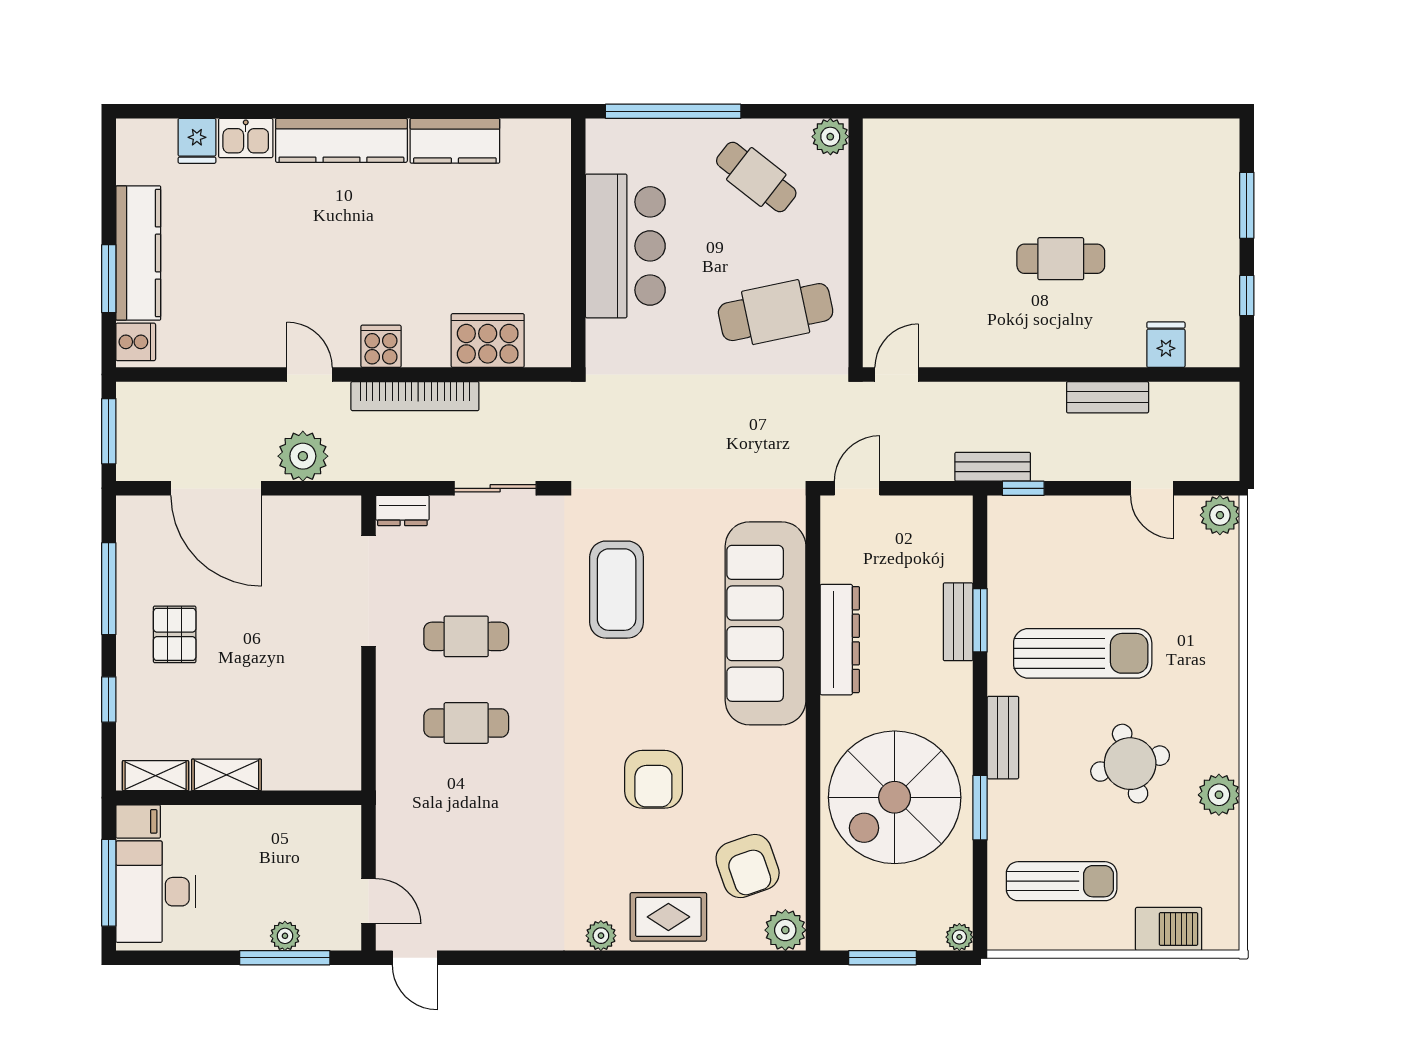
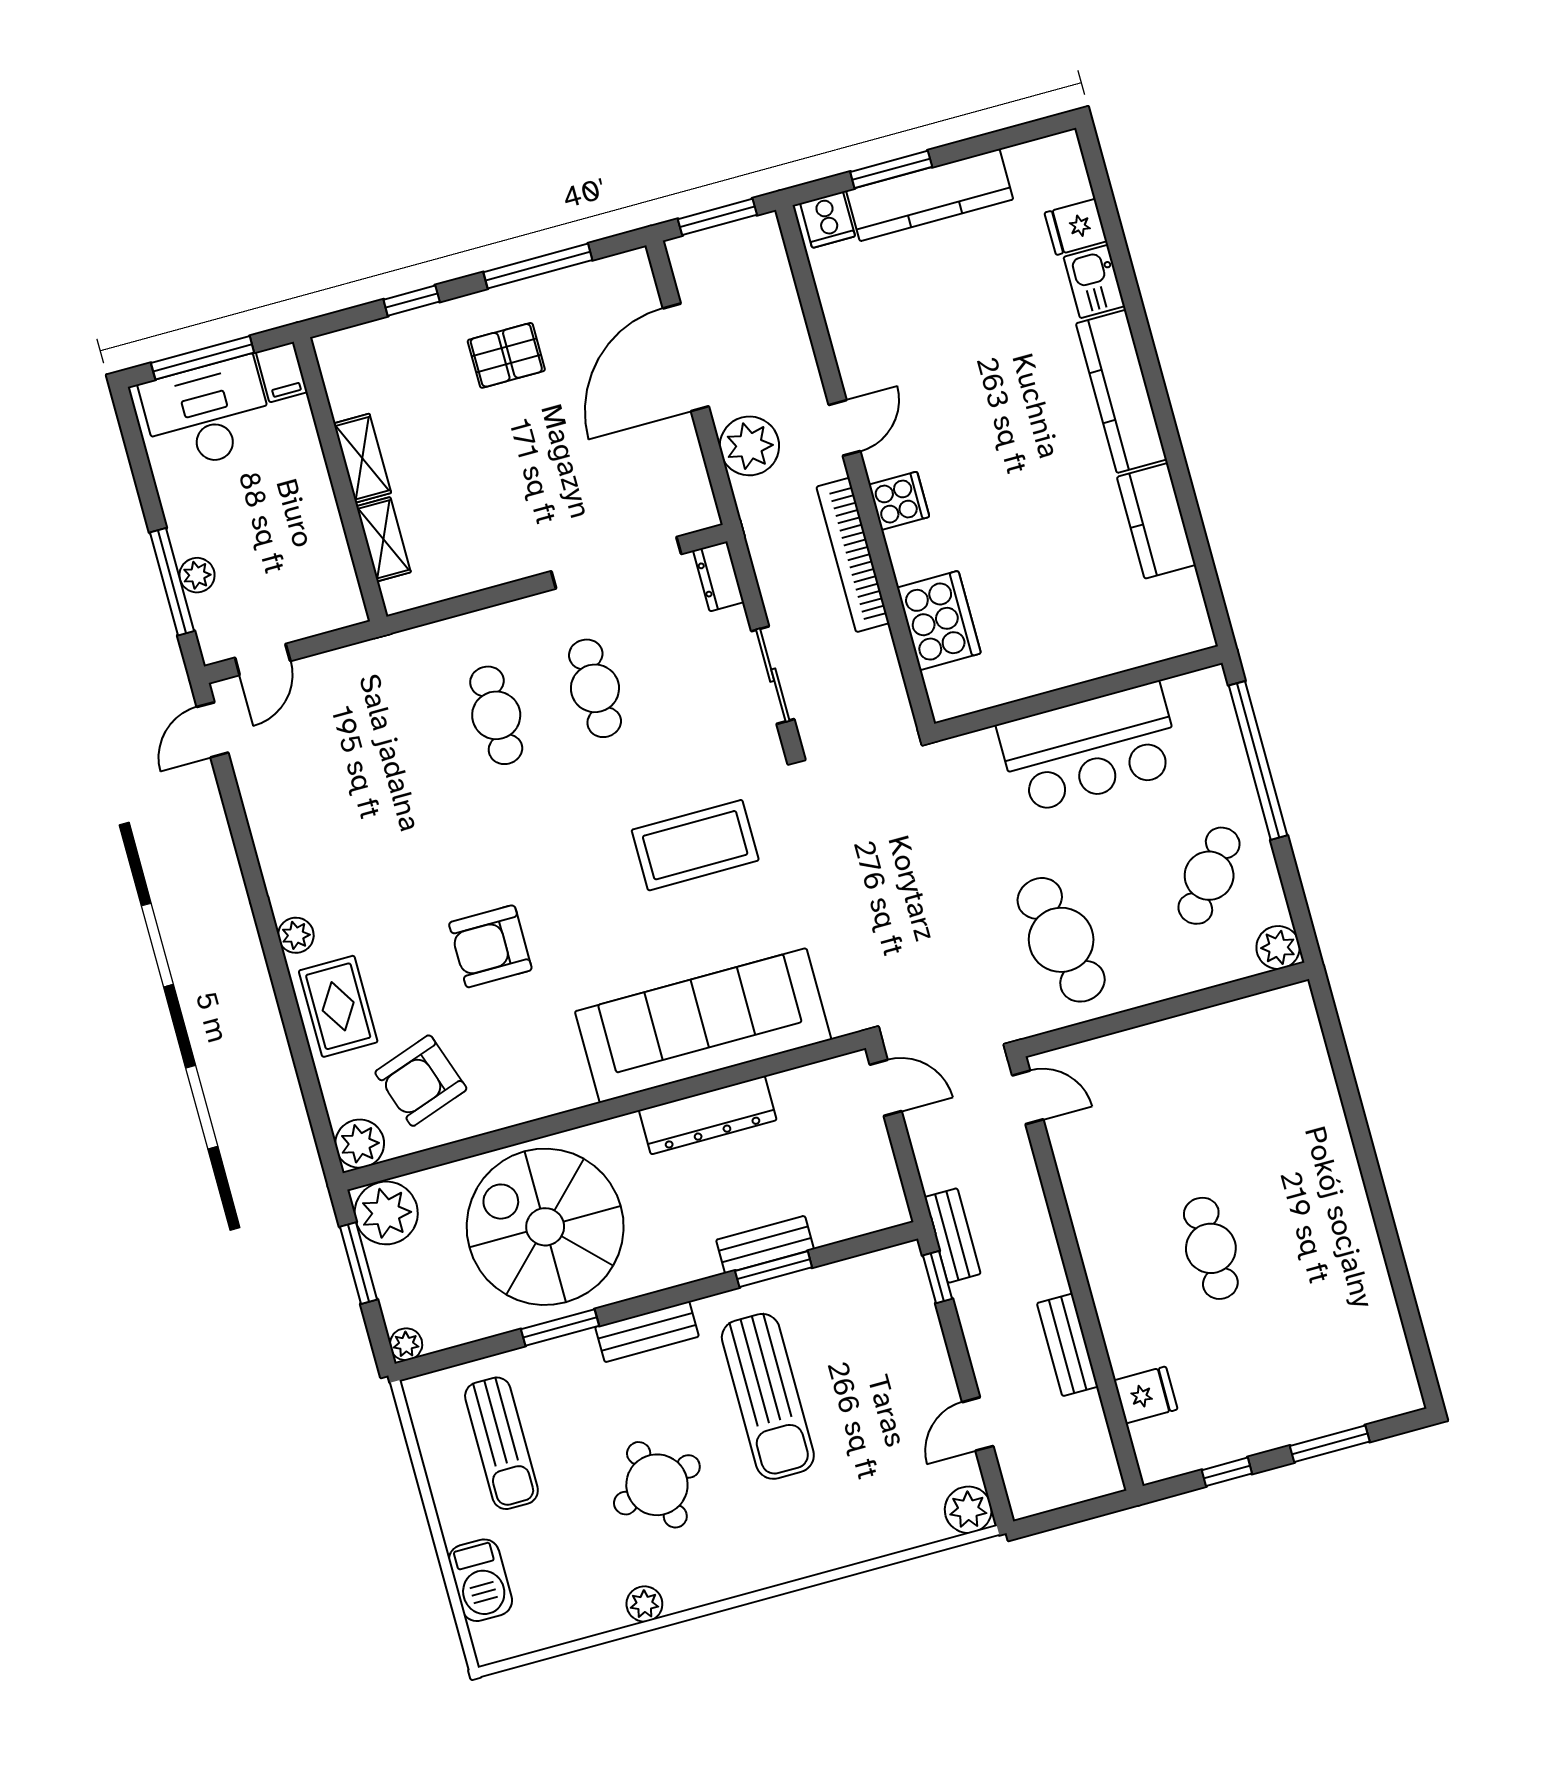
shelving: (156, 776) -> (384, 539), moved
plant: (1219, 795) -> (644, 1604), width x0.73, depth x0.73
plant: (848, 924) -> (386, 1213), added

